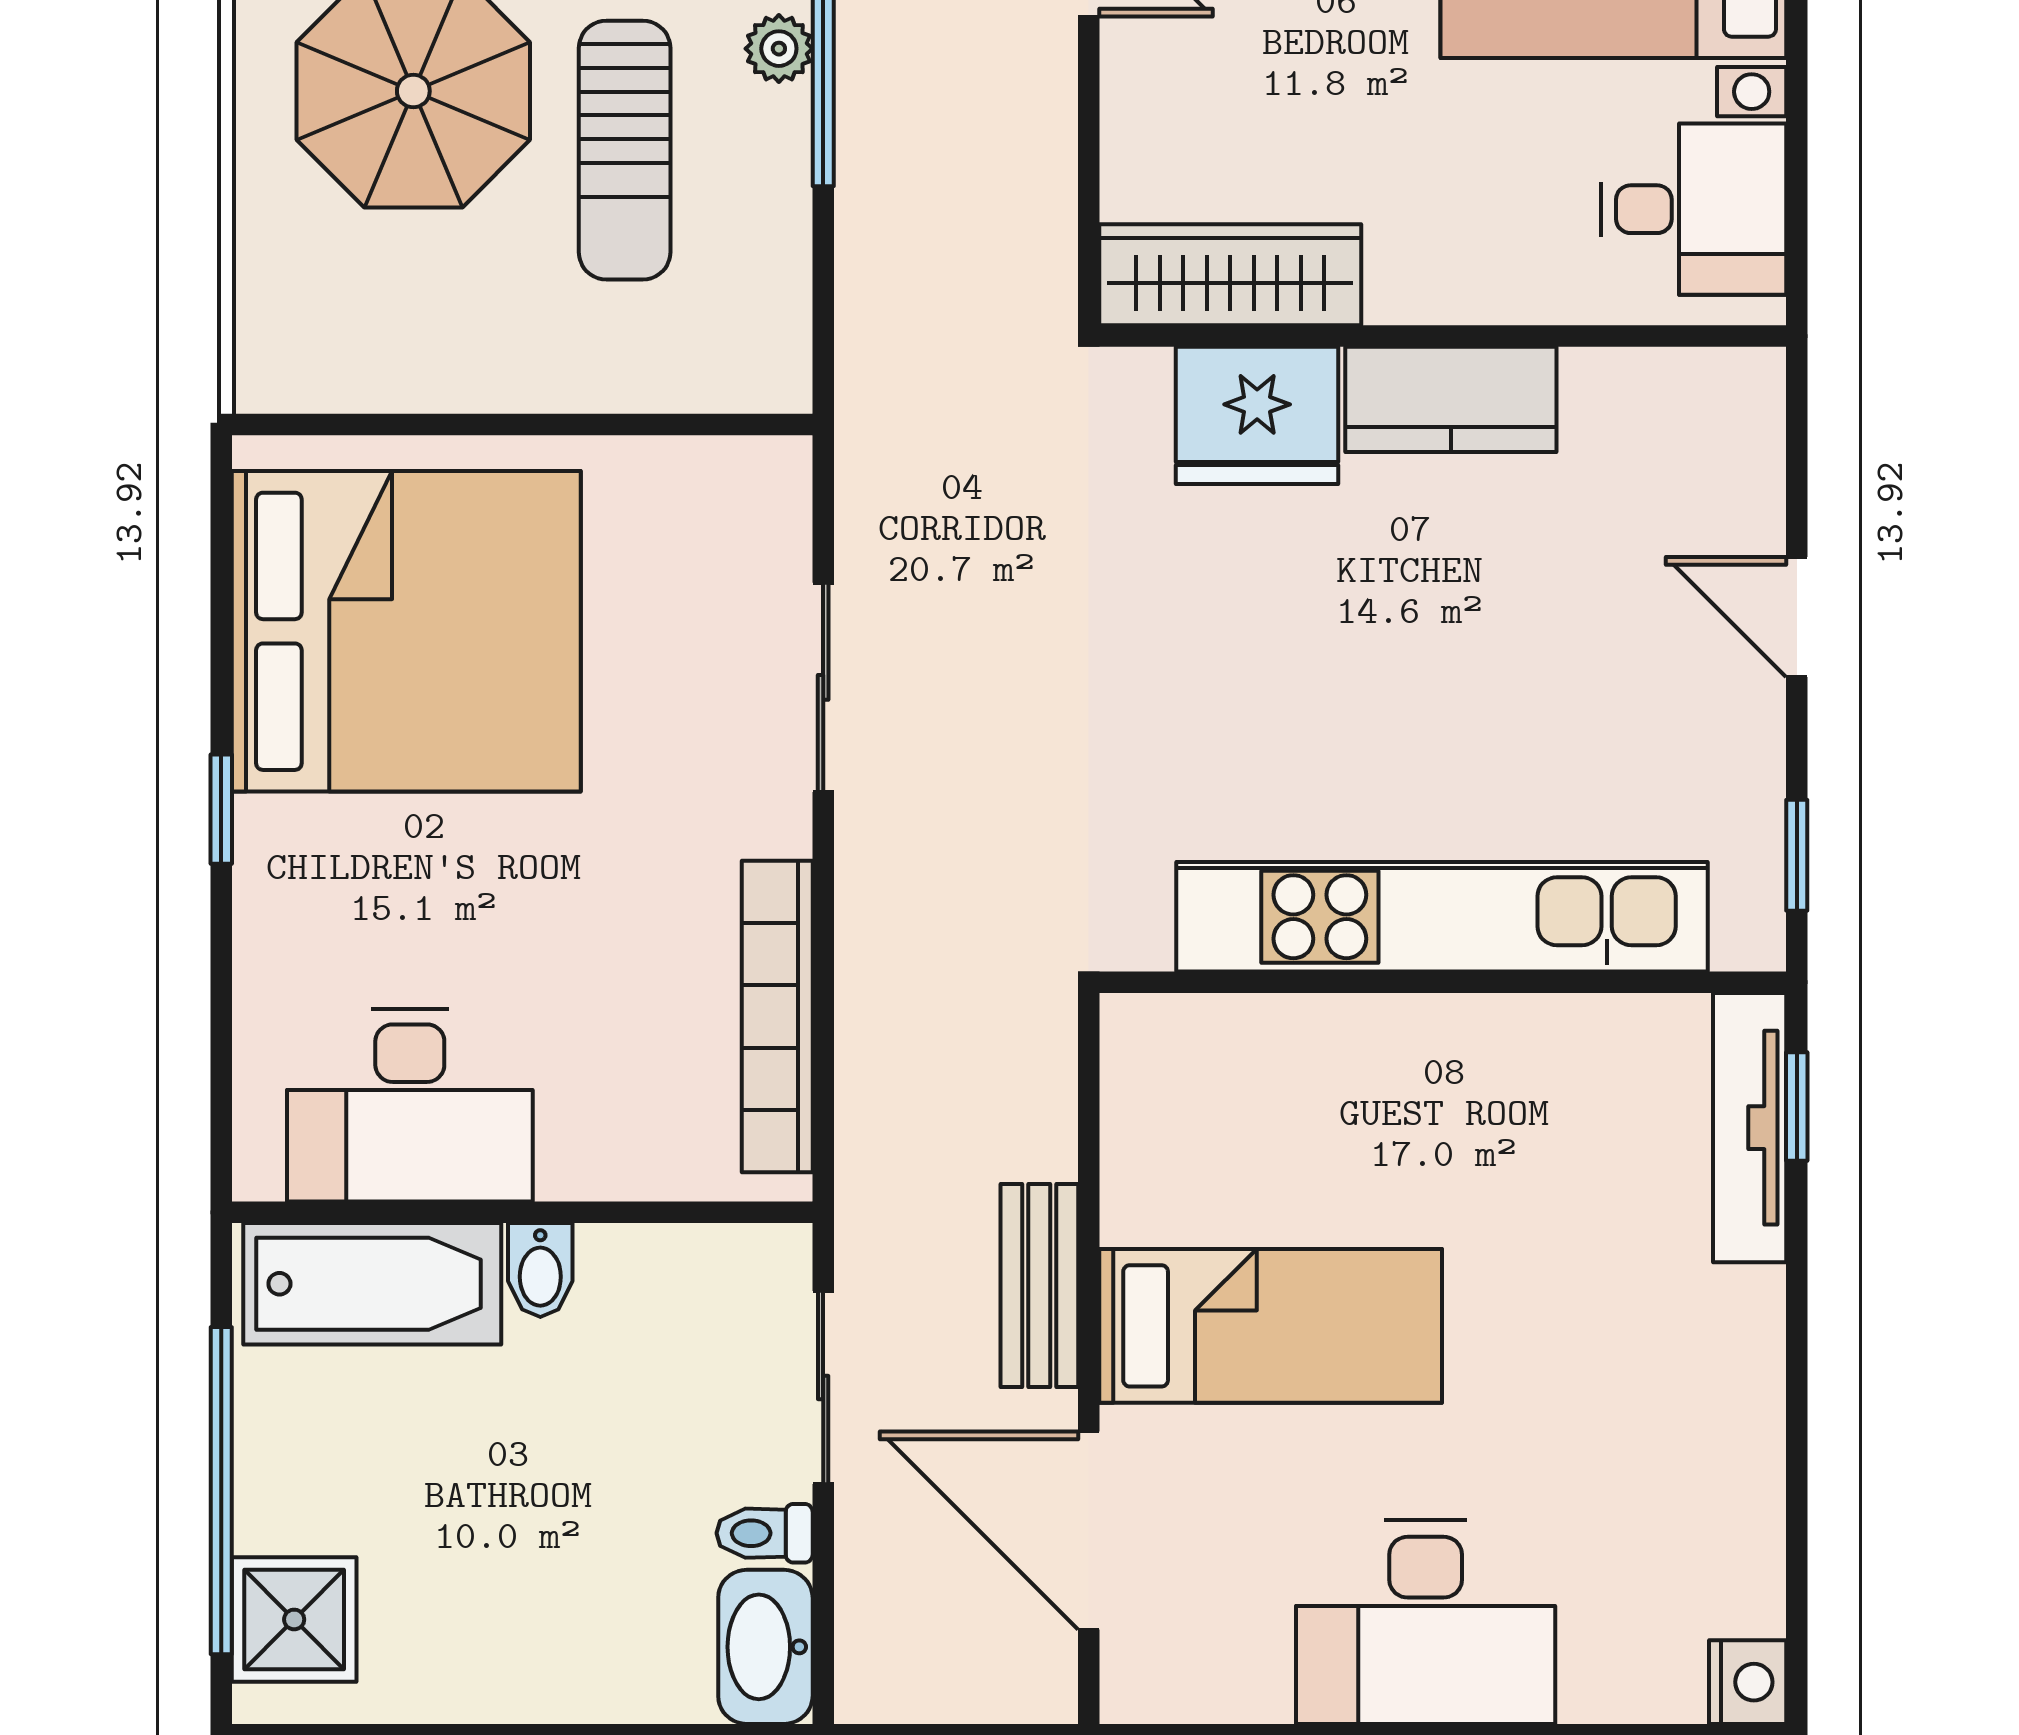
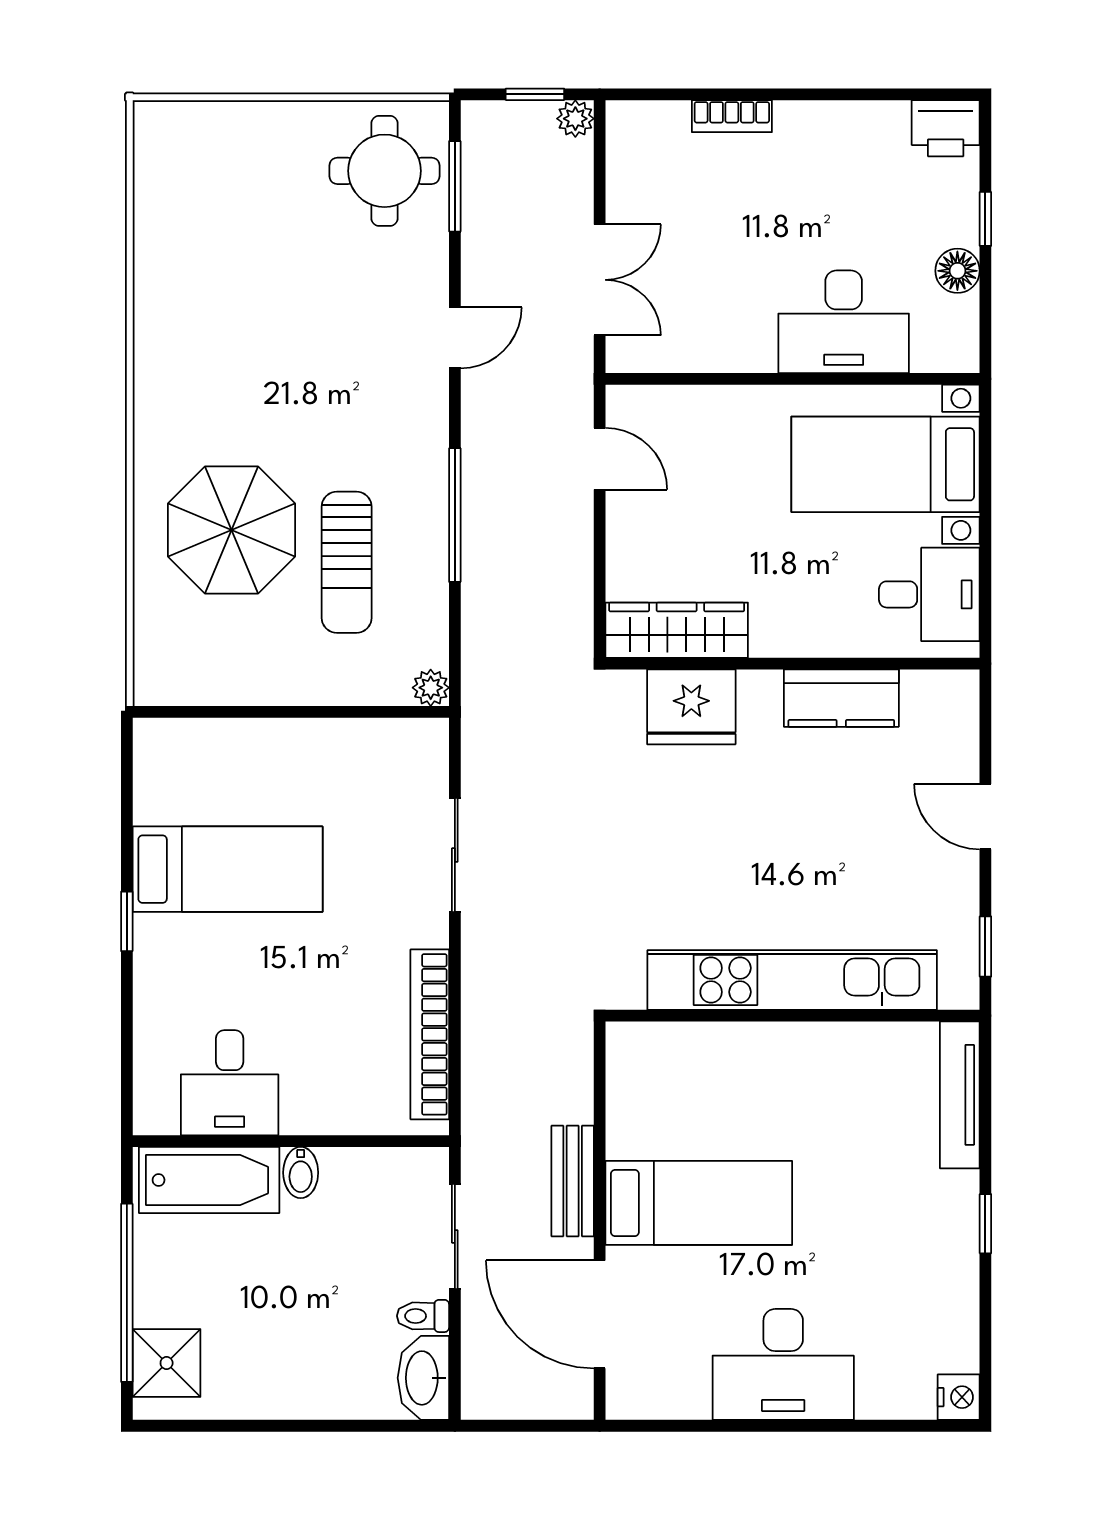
plant: (779, 49) -> (431, 688), moved
kitchen counter: (1451, 399) -> (841, 698), moved
bed: (406, 631) -> (228, 869), width x0.49
desk: (410, 1105) -> (230, 1083), width x0.73
window: (1797, 1107) -> (985, 1224), moved

